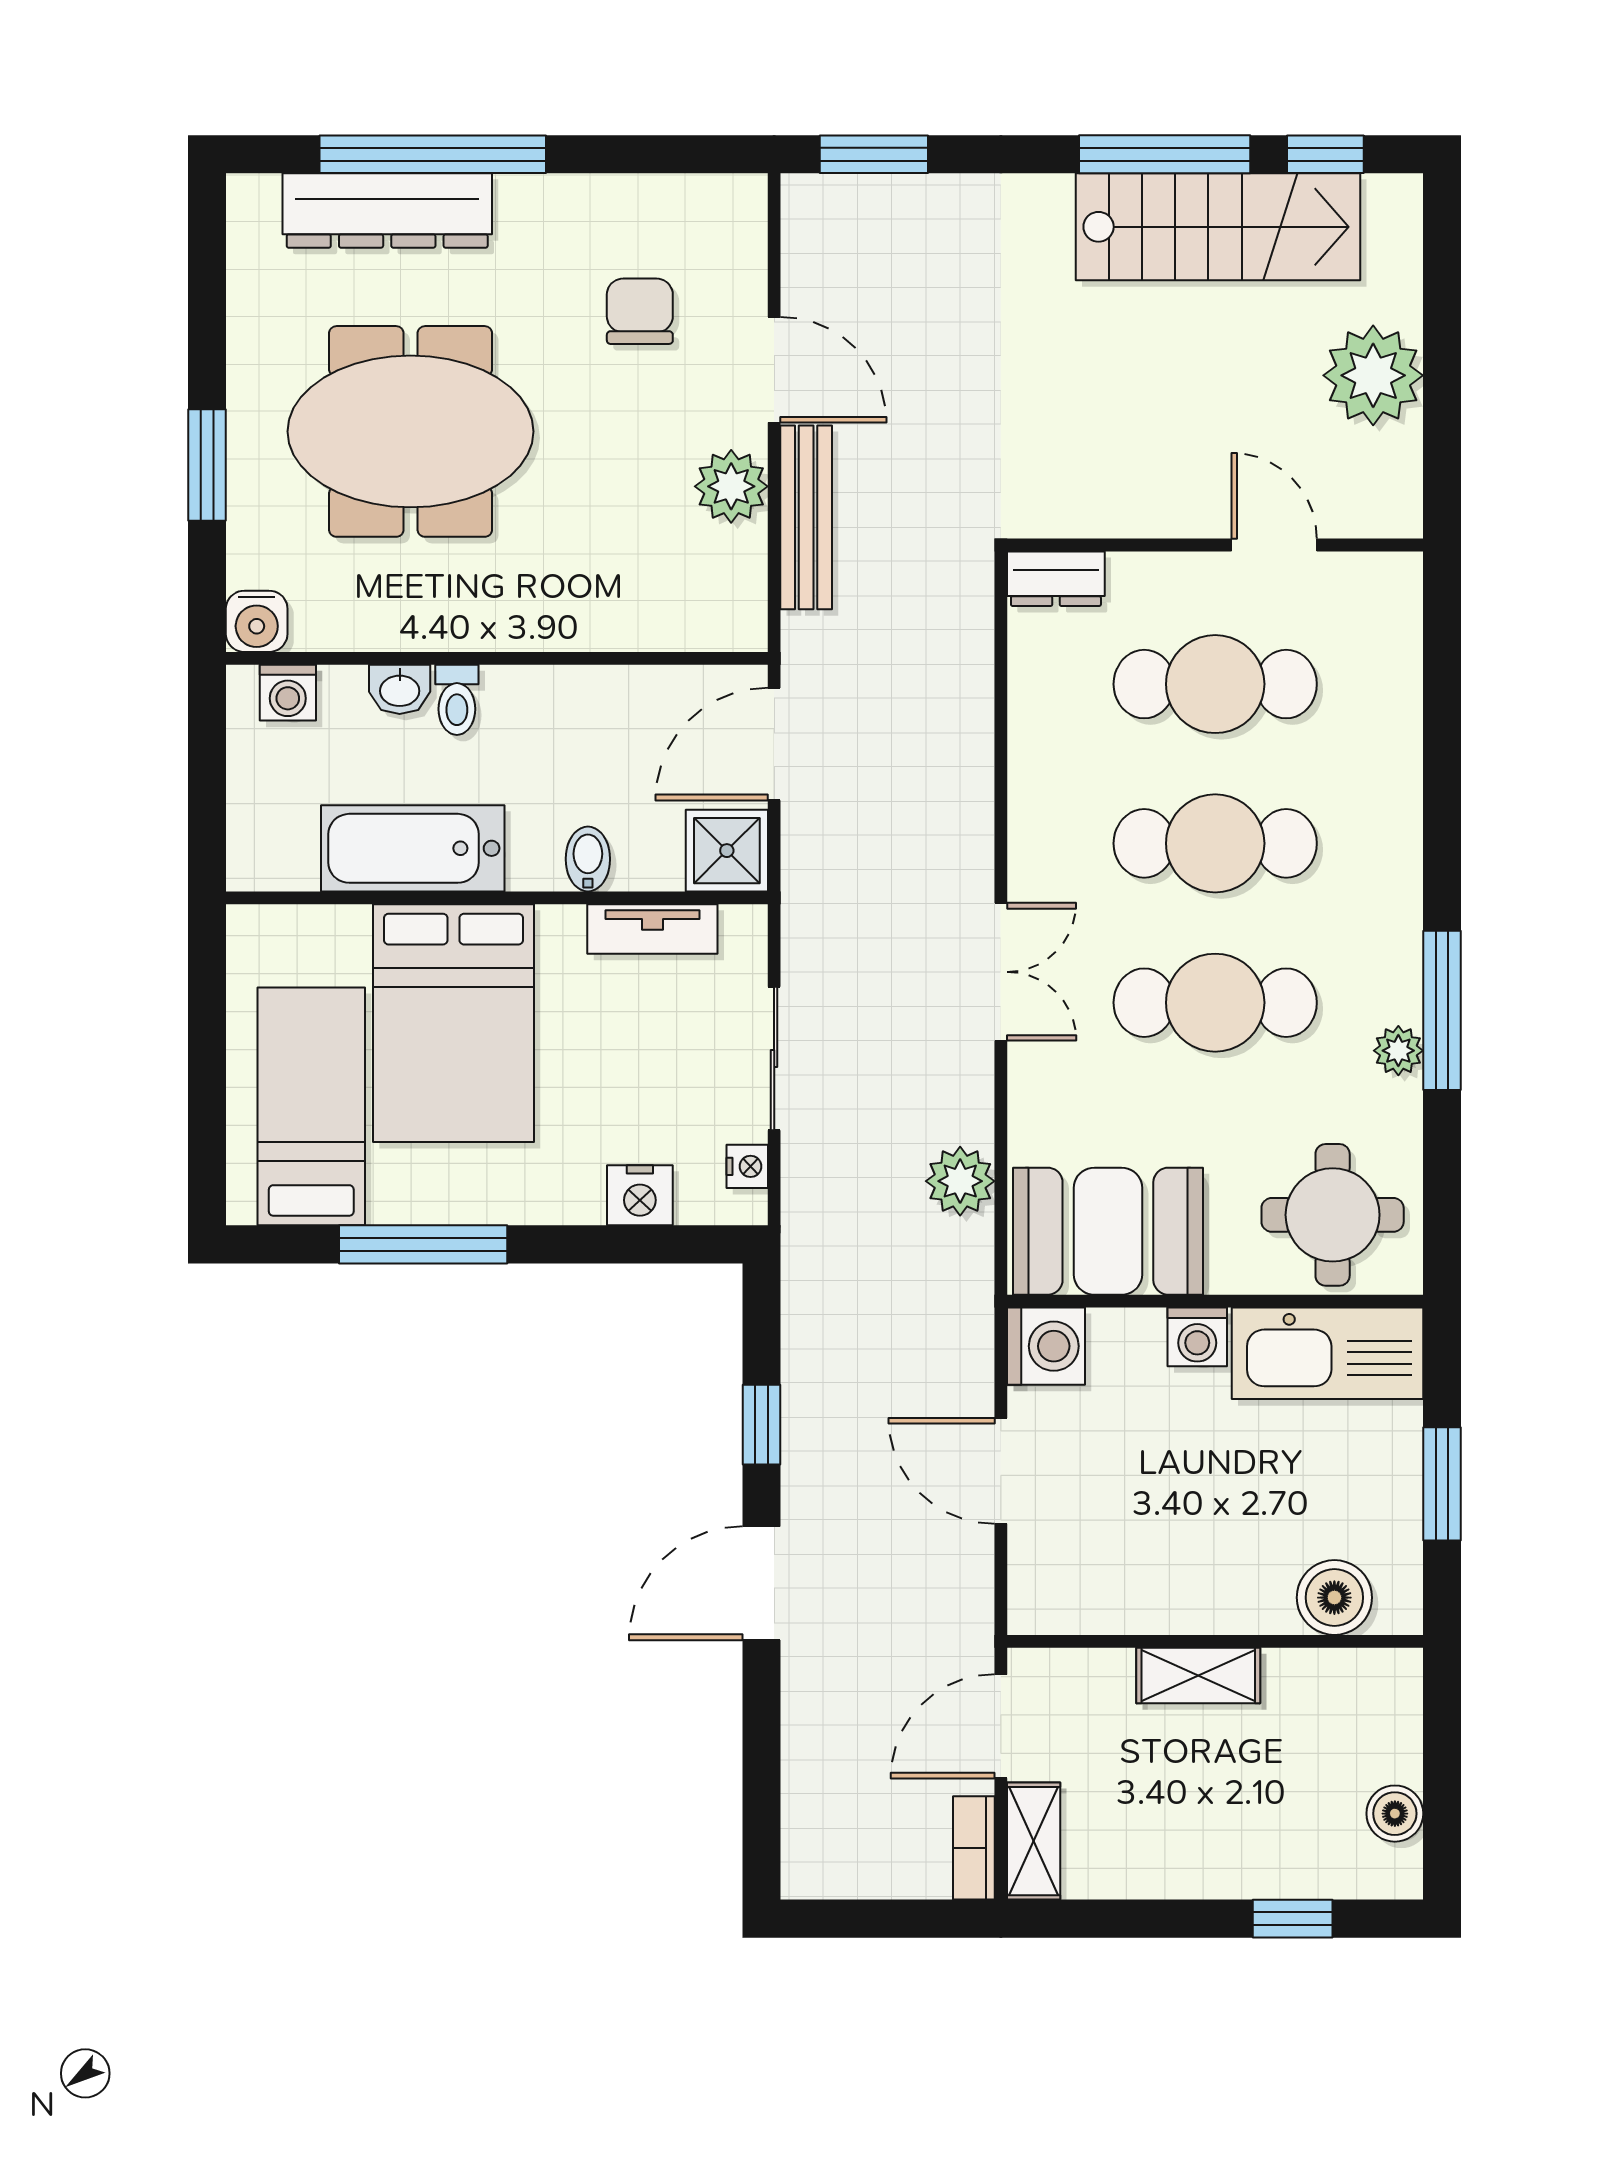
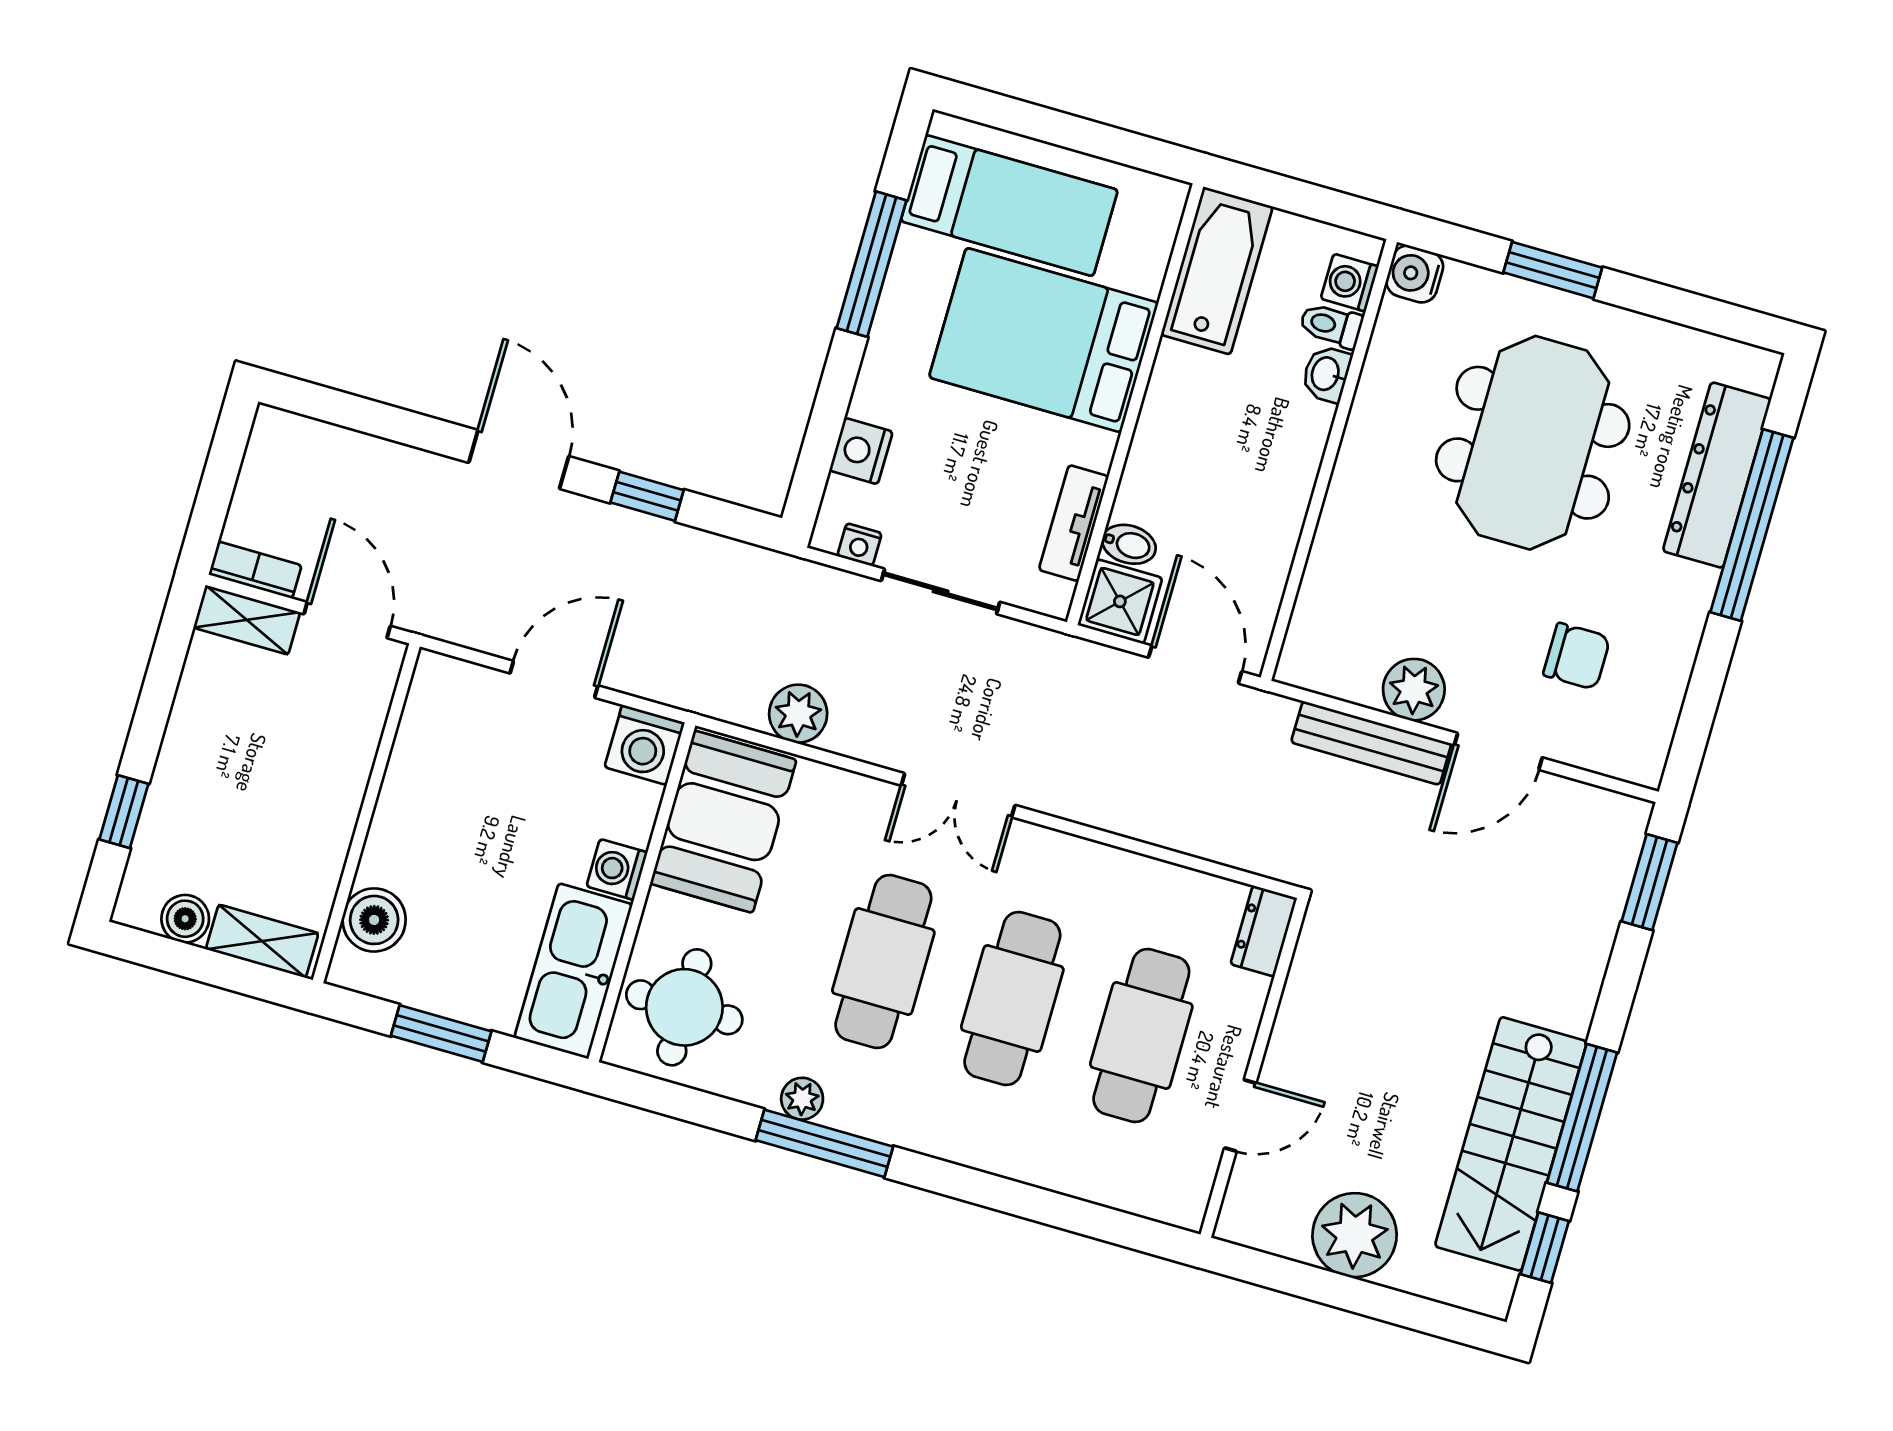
toilet: (457, 700) -> (1331, 325), moved
bathtub: (413, 848) -> (1217, 271), moved
bidet: (588, 859) -> (1129, 544), moved
shelving: (1198, 1676) -> (262, 941), moved, turned 90

